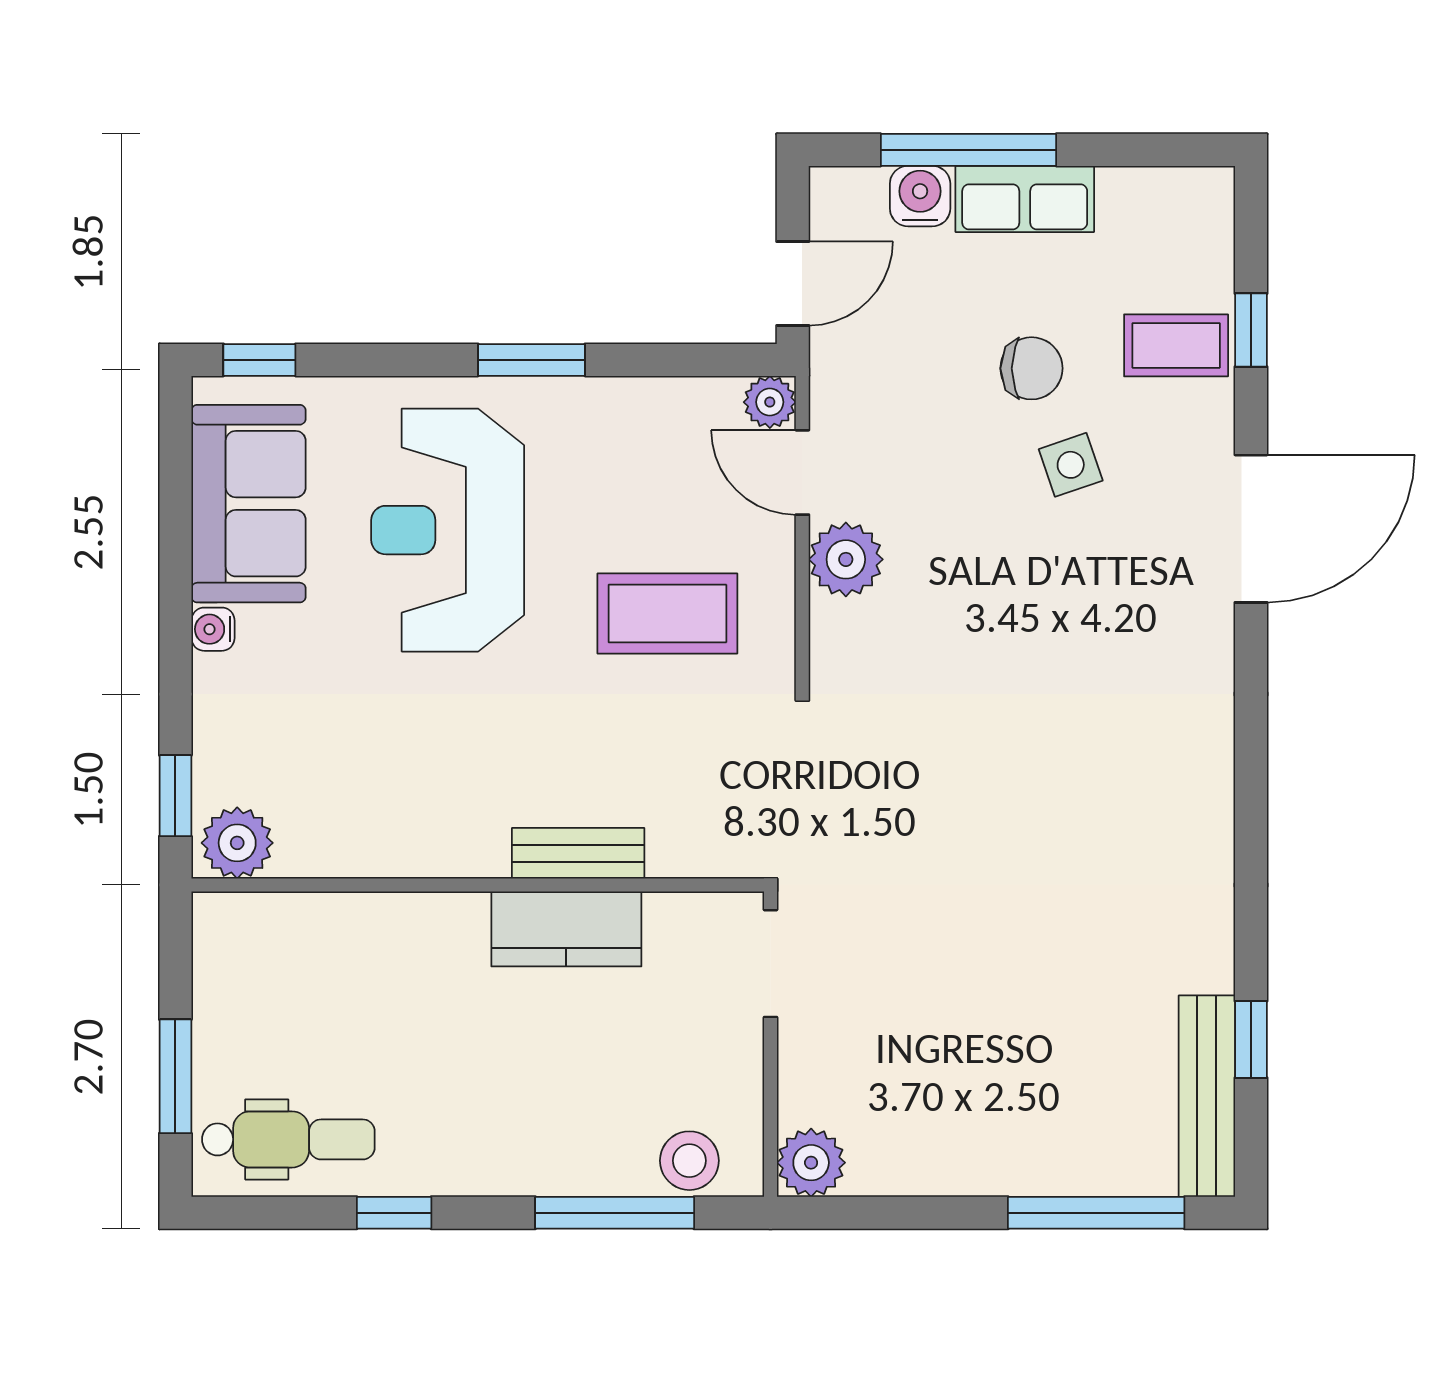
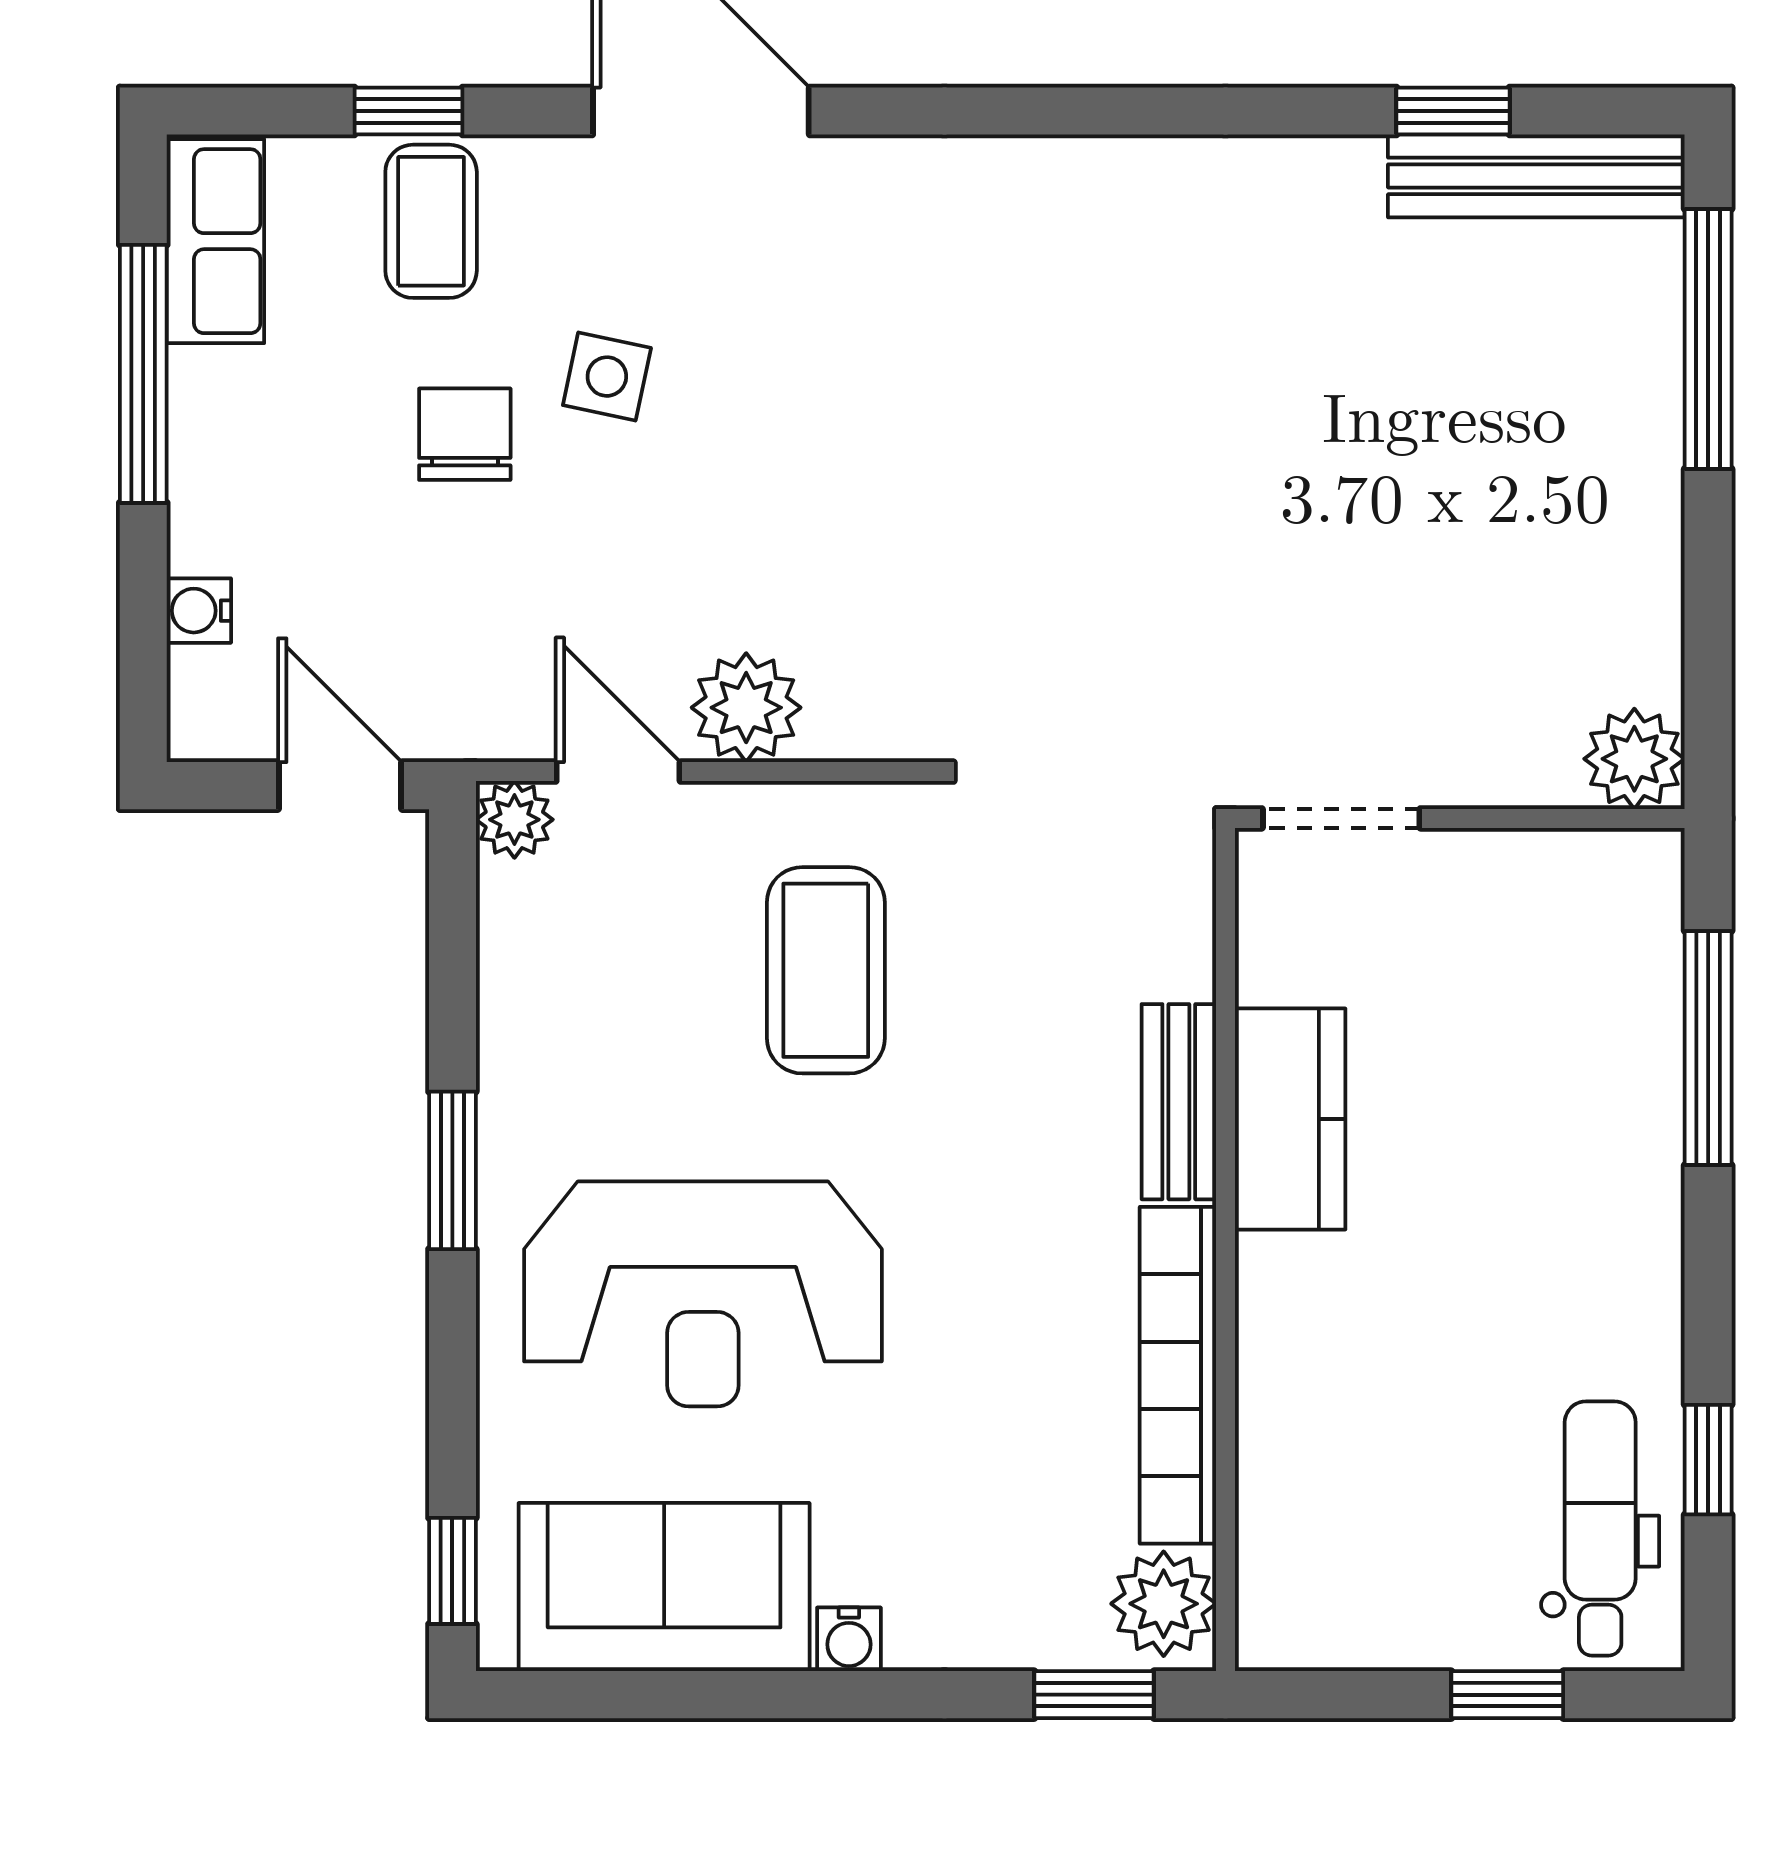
window: (968, 150) -> (143, 374), moved
water cooler: (920, 196) -> (199, 611), width x0.72, depth x0.72
row of seats: (1025, 199) -> (215, 241), moved
side table: (1071, 465) -> (607, 377), turned 31
door: (802, 472) -> (618, 772), swing flipped
bookcase: (392, 853) -> (1178, 1375), added
window: (175, 1076) -> (1507, 1695), width x0.67
stool: (689, 1161) -> (1631, 938), removed
window: (394, 1213) -> (1708, 1460), moved

